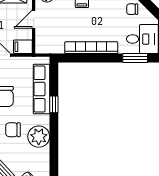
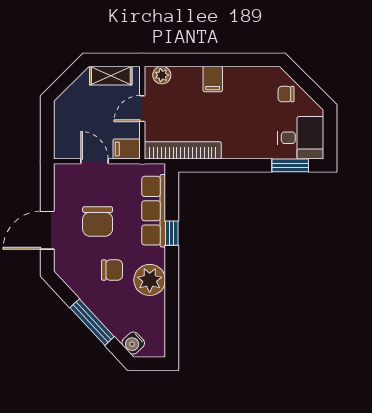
bookcase: (91, 48) -> (183, 150), moved
chair: (13, 130) -> (112, 270), turned 180

